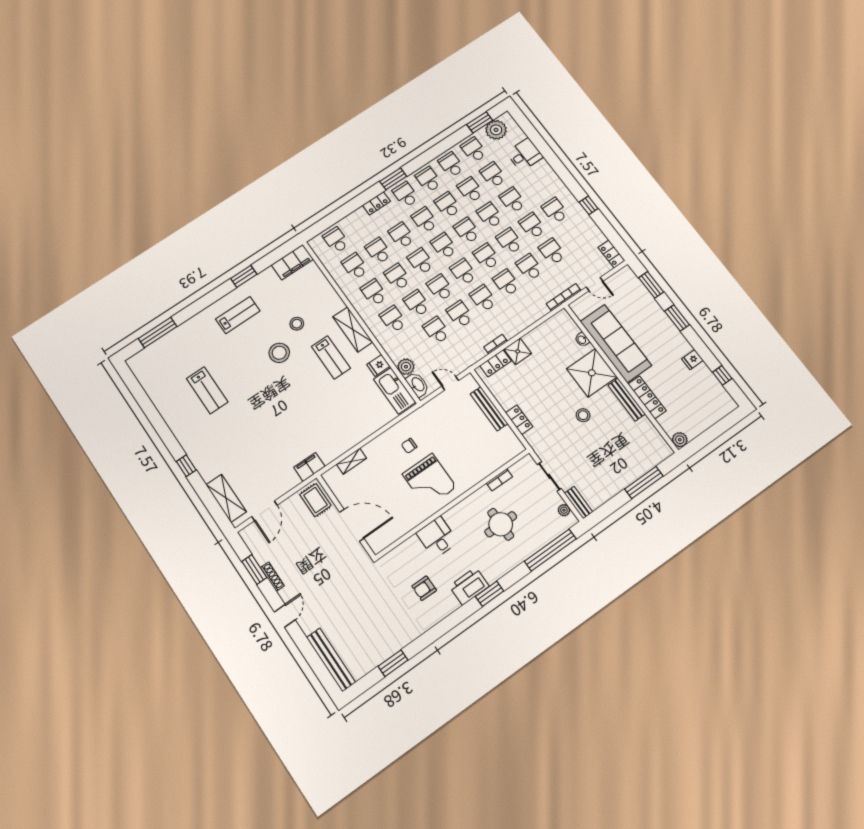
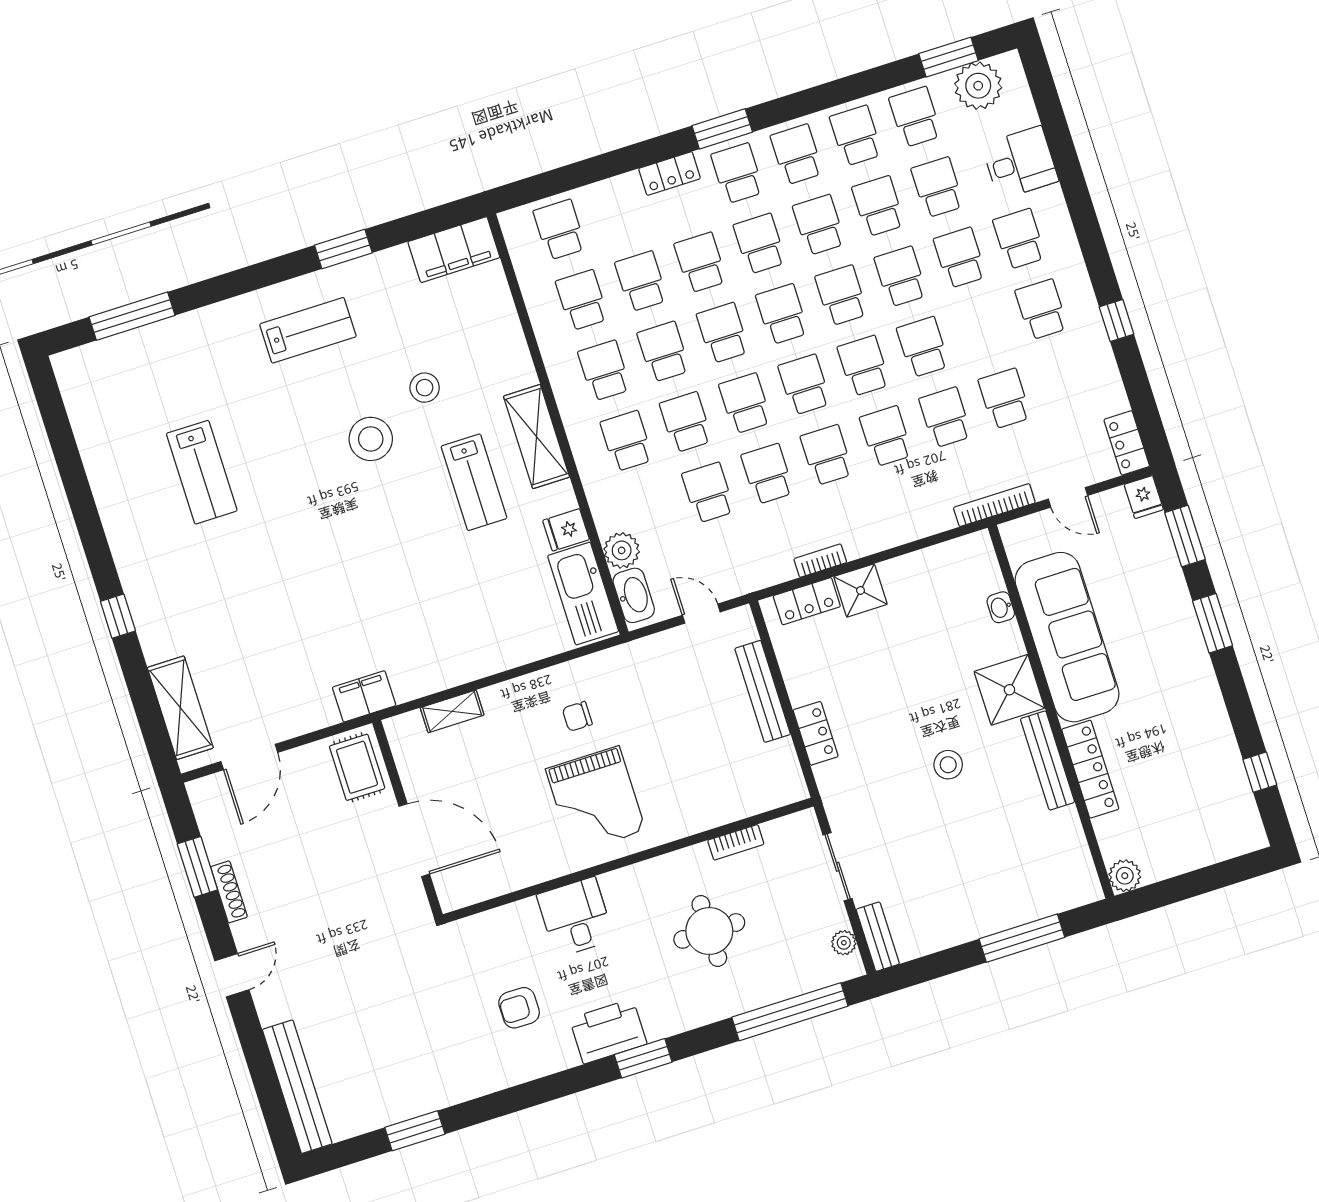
school desk: (532, 226) -> (1019, 239), moved
fridge: (692, 360) -> (1144, 497), moved, turned -90
shower: (592, 373) -> (1009, 690), width x0.73, depth x0.73

